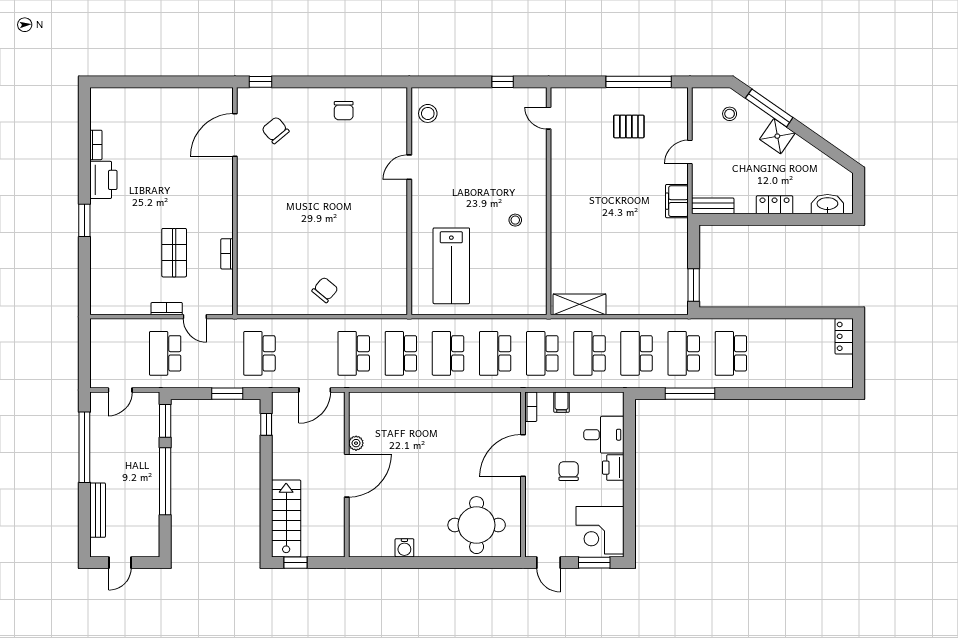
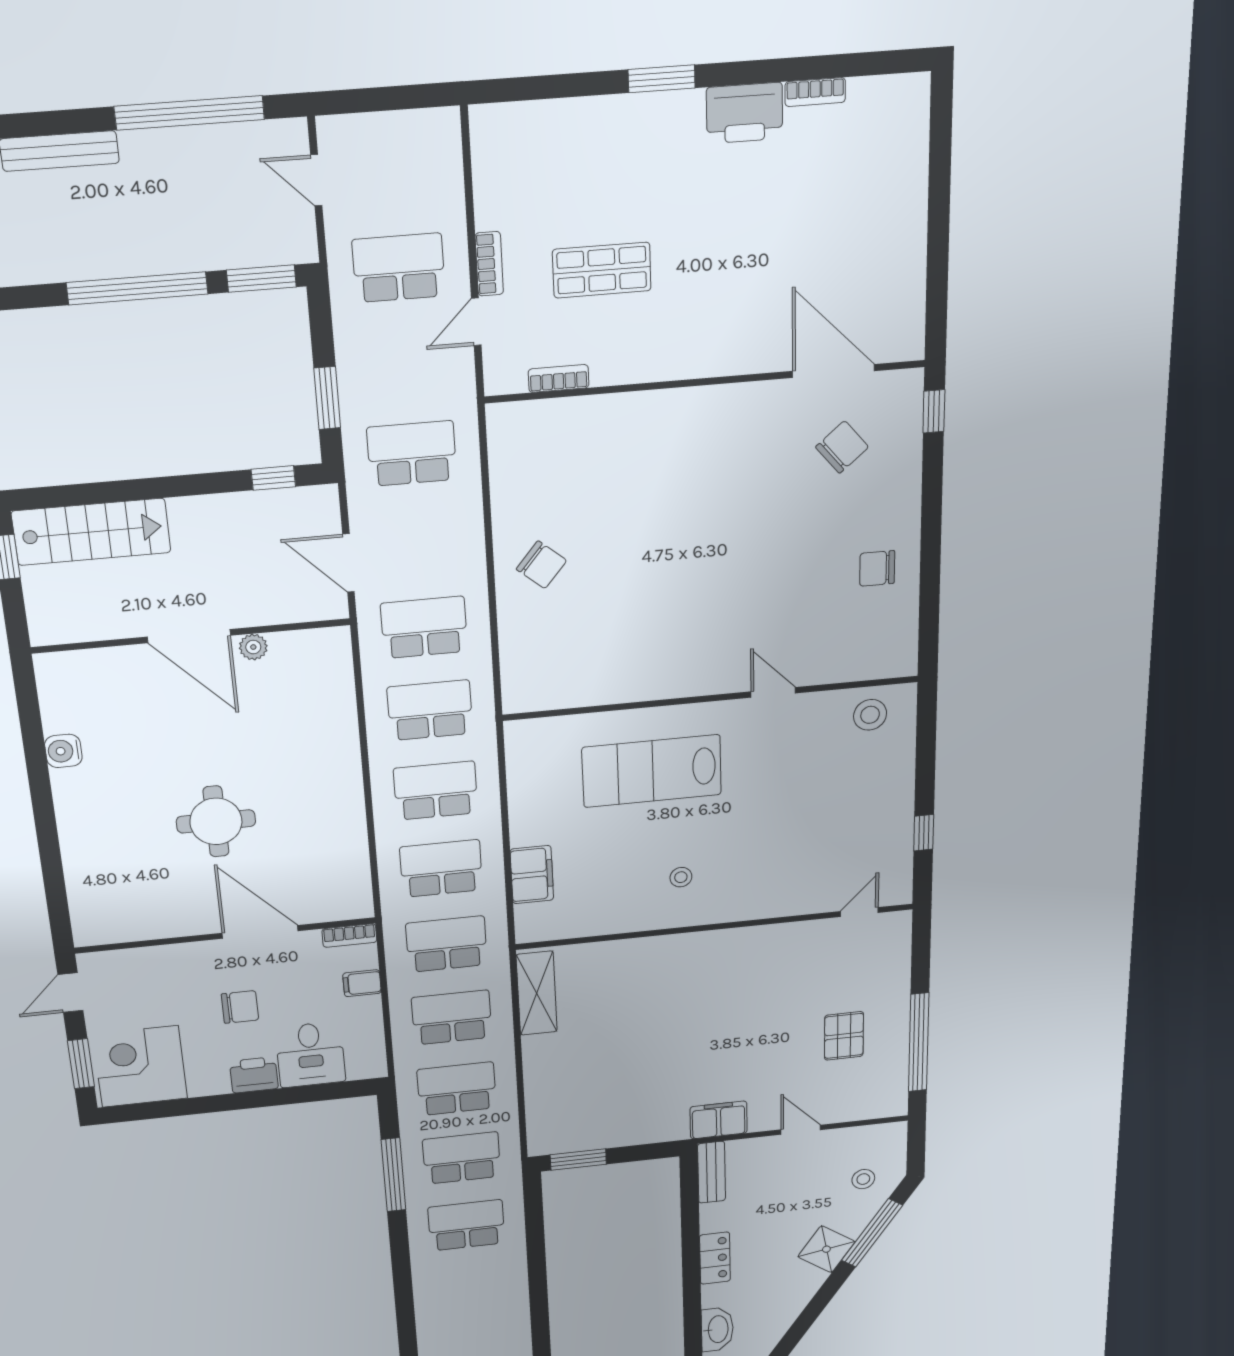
bookcase: (227, 254) -> (559, 378), moved
lab bench: (451, 266) -> (652, 771), moved
filing cabinet: (504, 303) -> (532, 875), added
round table: (477, 525) -> (216, 821), moved, width x0.73, depth x0.73

